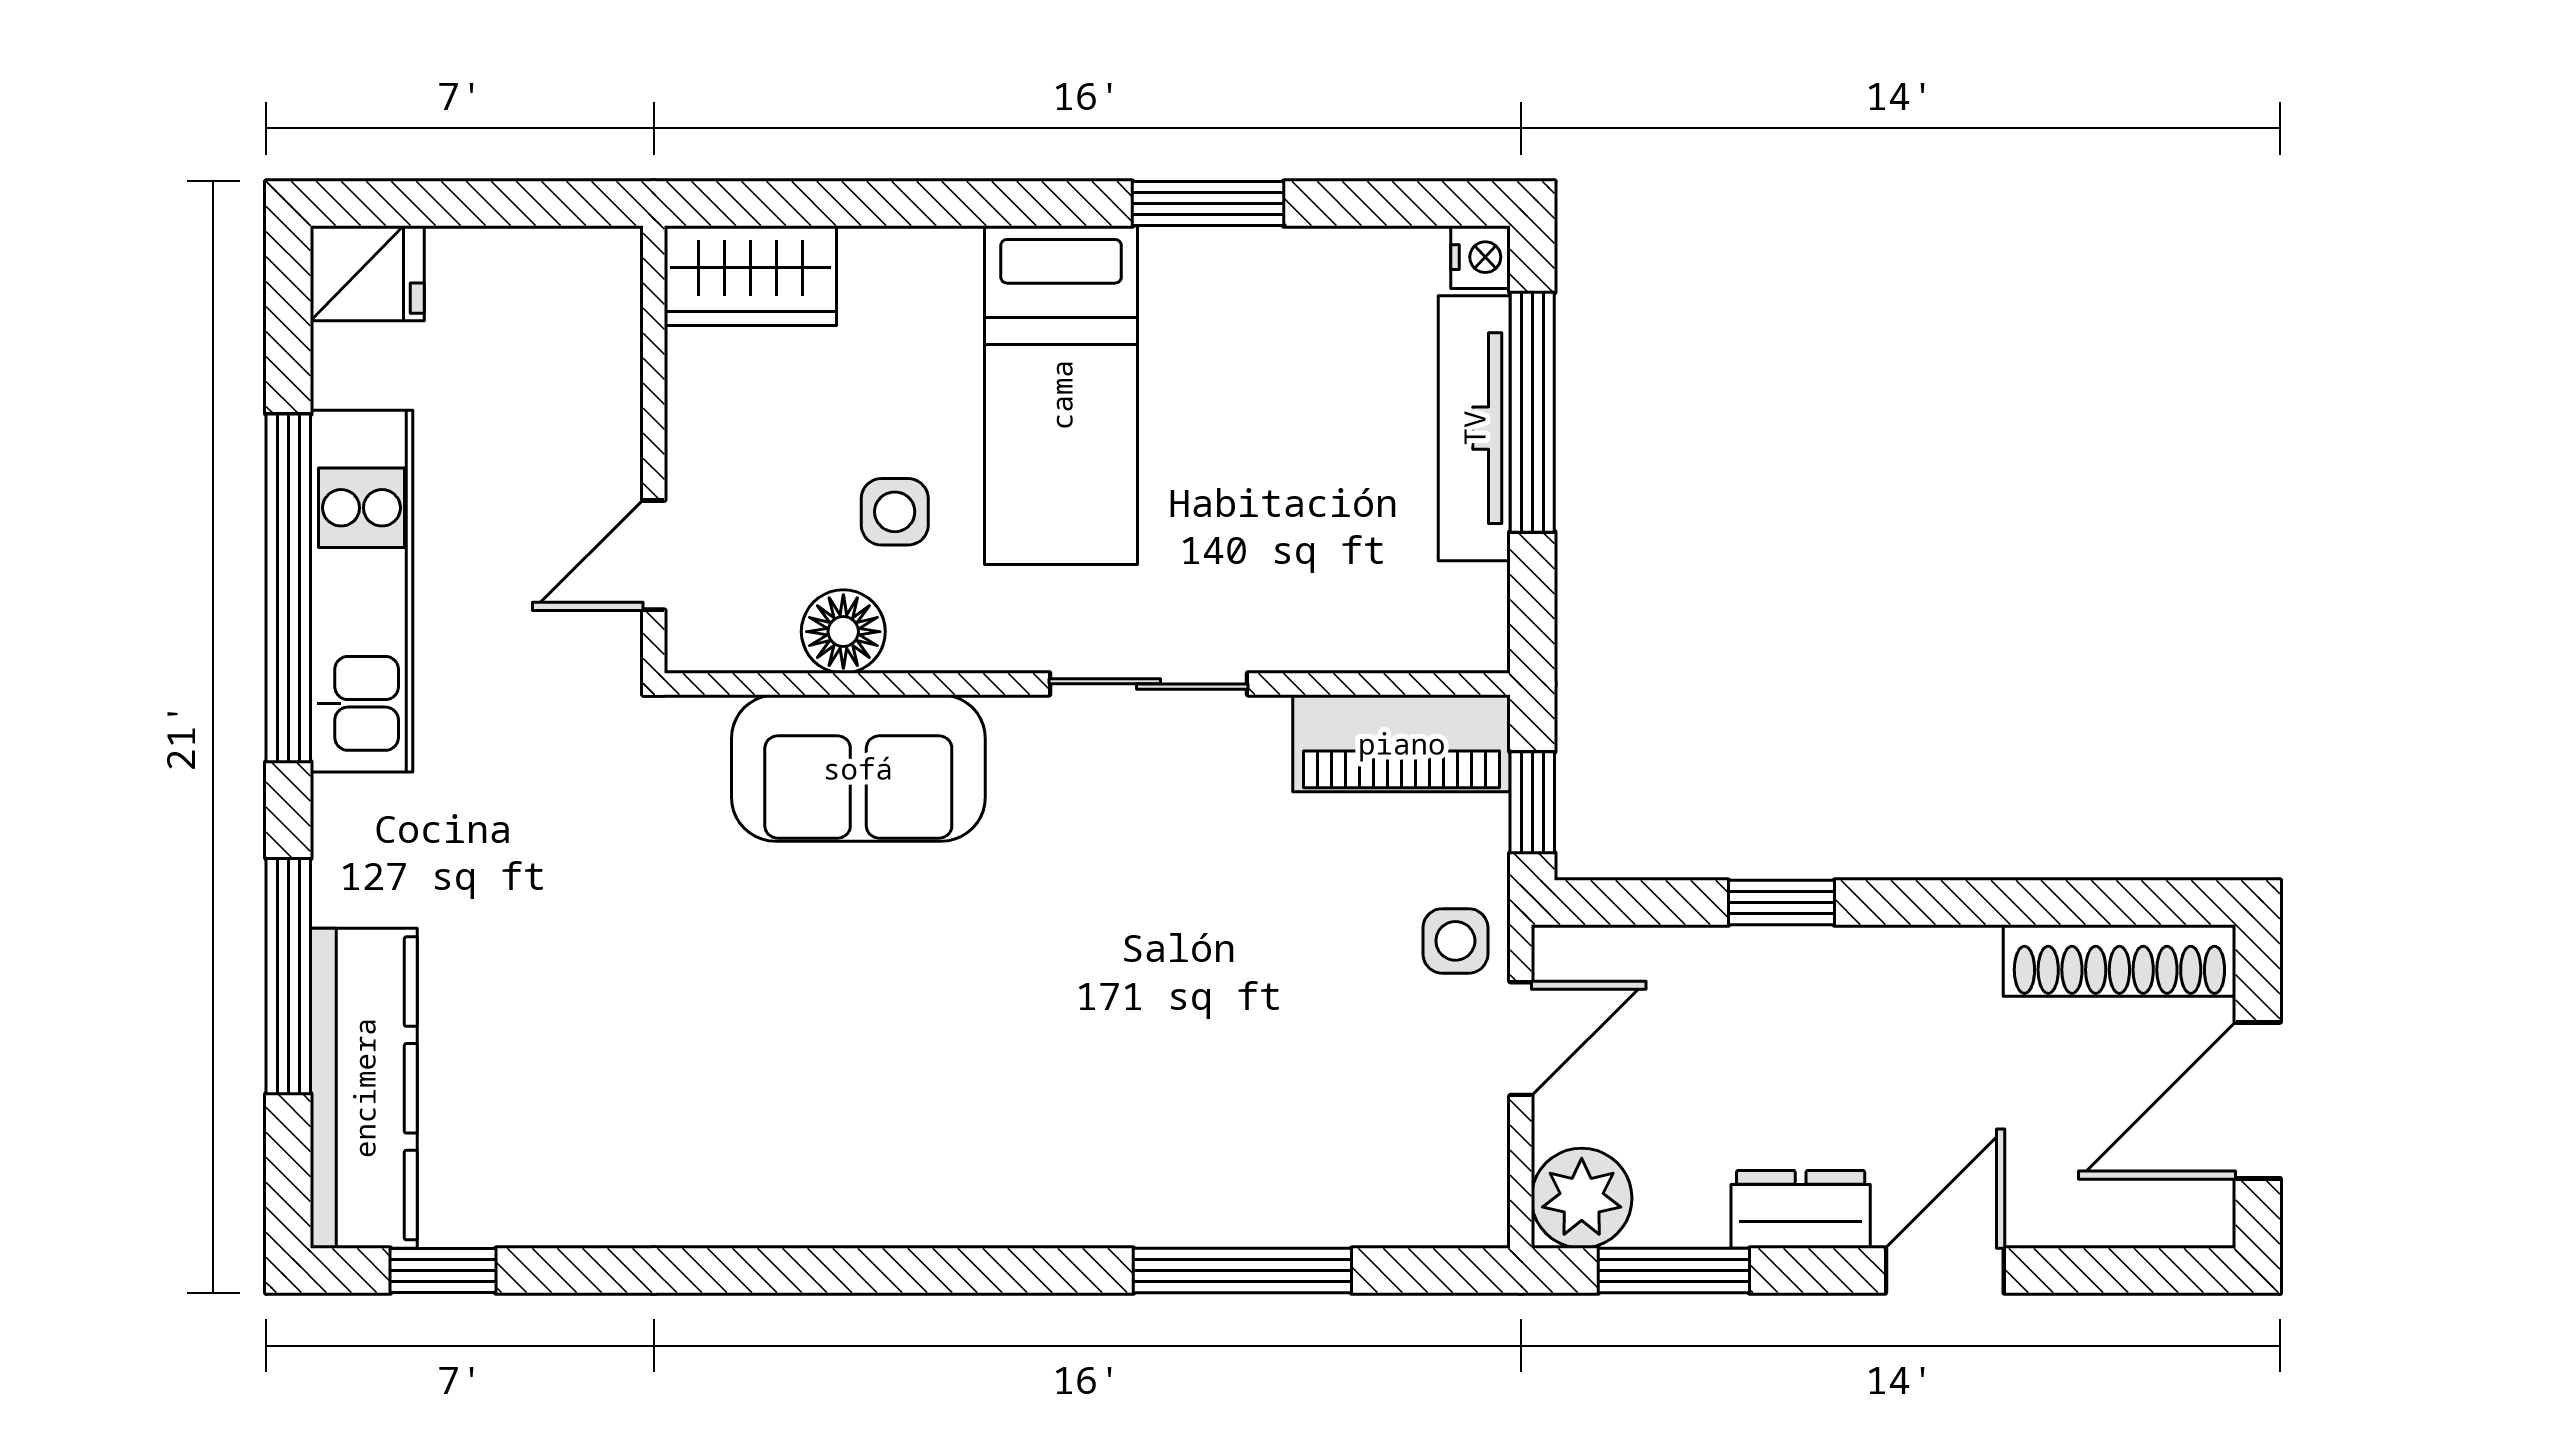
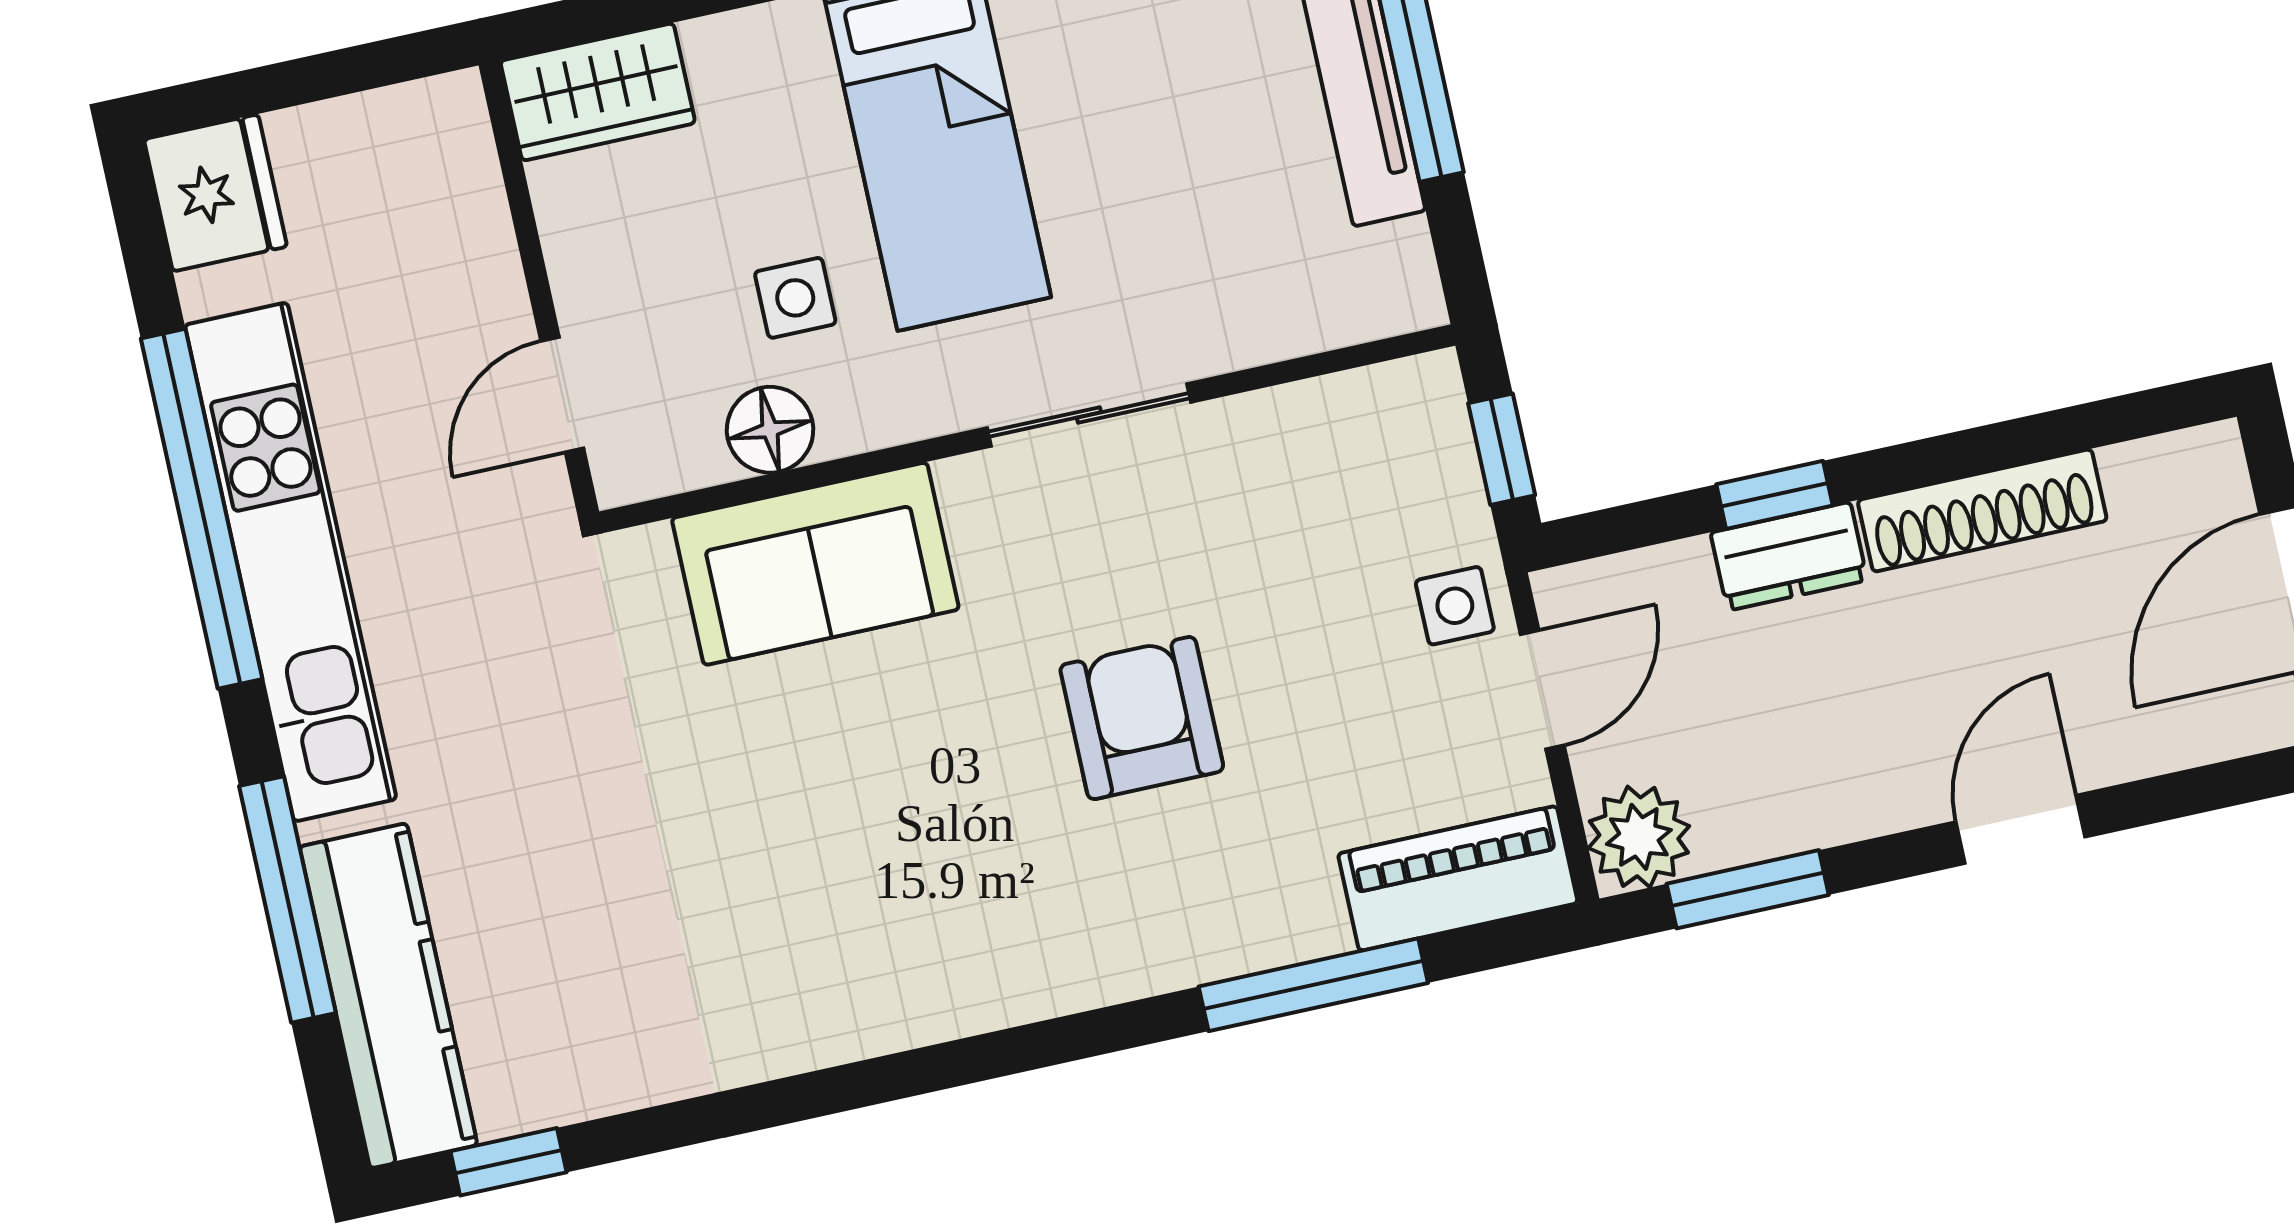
fridge: (367, 273) -> (215, 193), width x1.38
kitchen unit: (362, 591) -> (291, 562), width x1.36
piano: (1402, 743) -> (1458, 878), moved, turned 180
shoe rack: (2119, 961) -> (1982, 510), moved
armchair: (1135, 982) -> (1142, 718), added
dresser: (1801, 1209) -> (1789, 556), moved, turned 180

